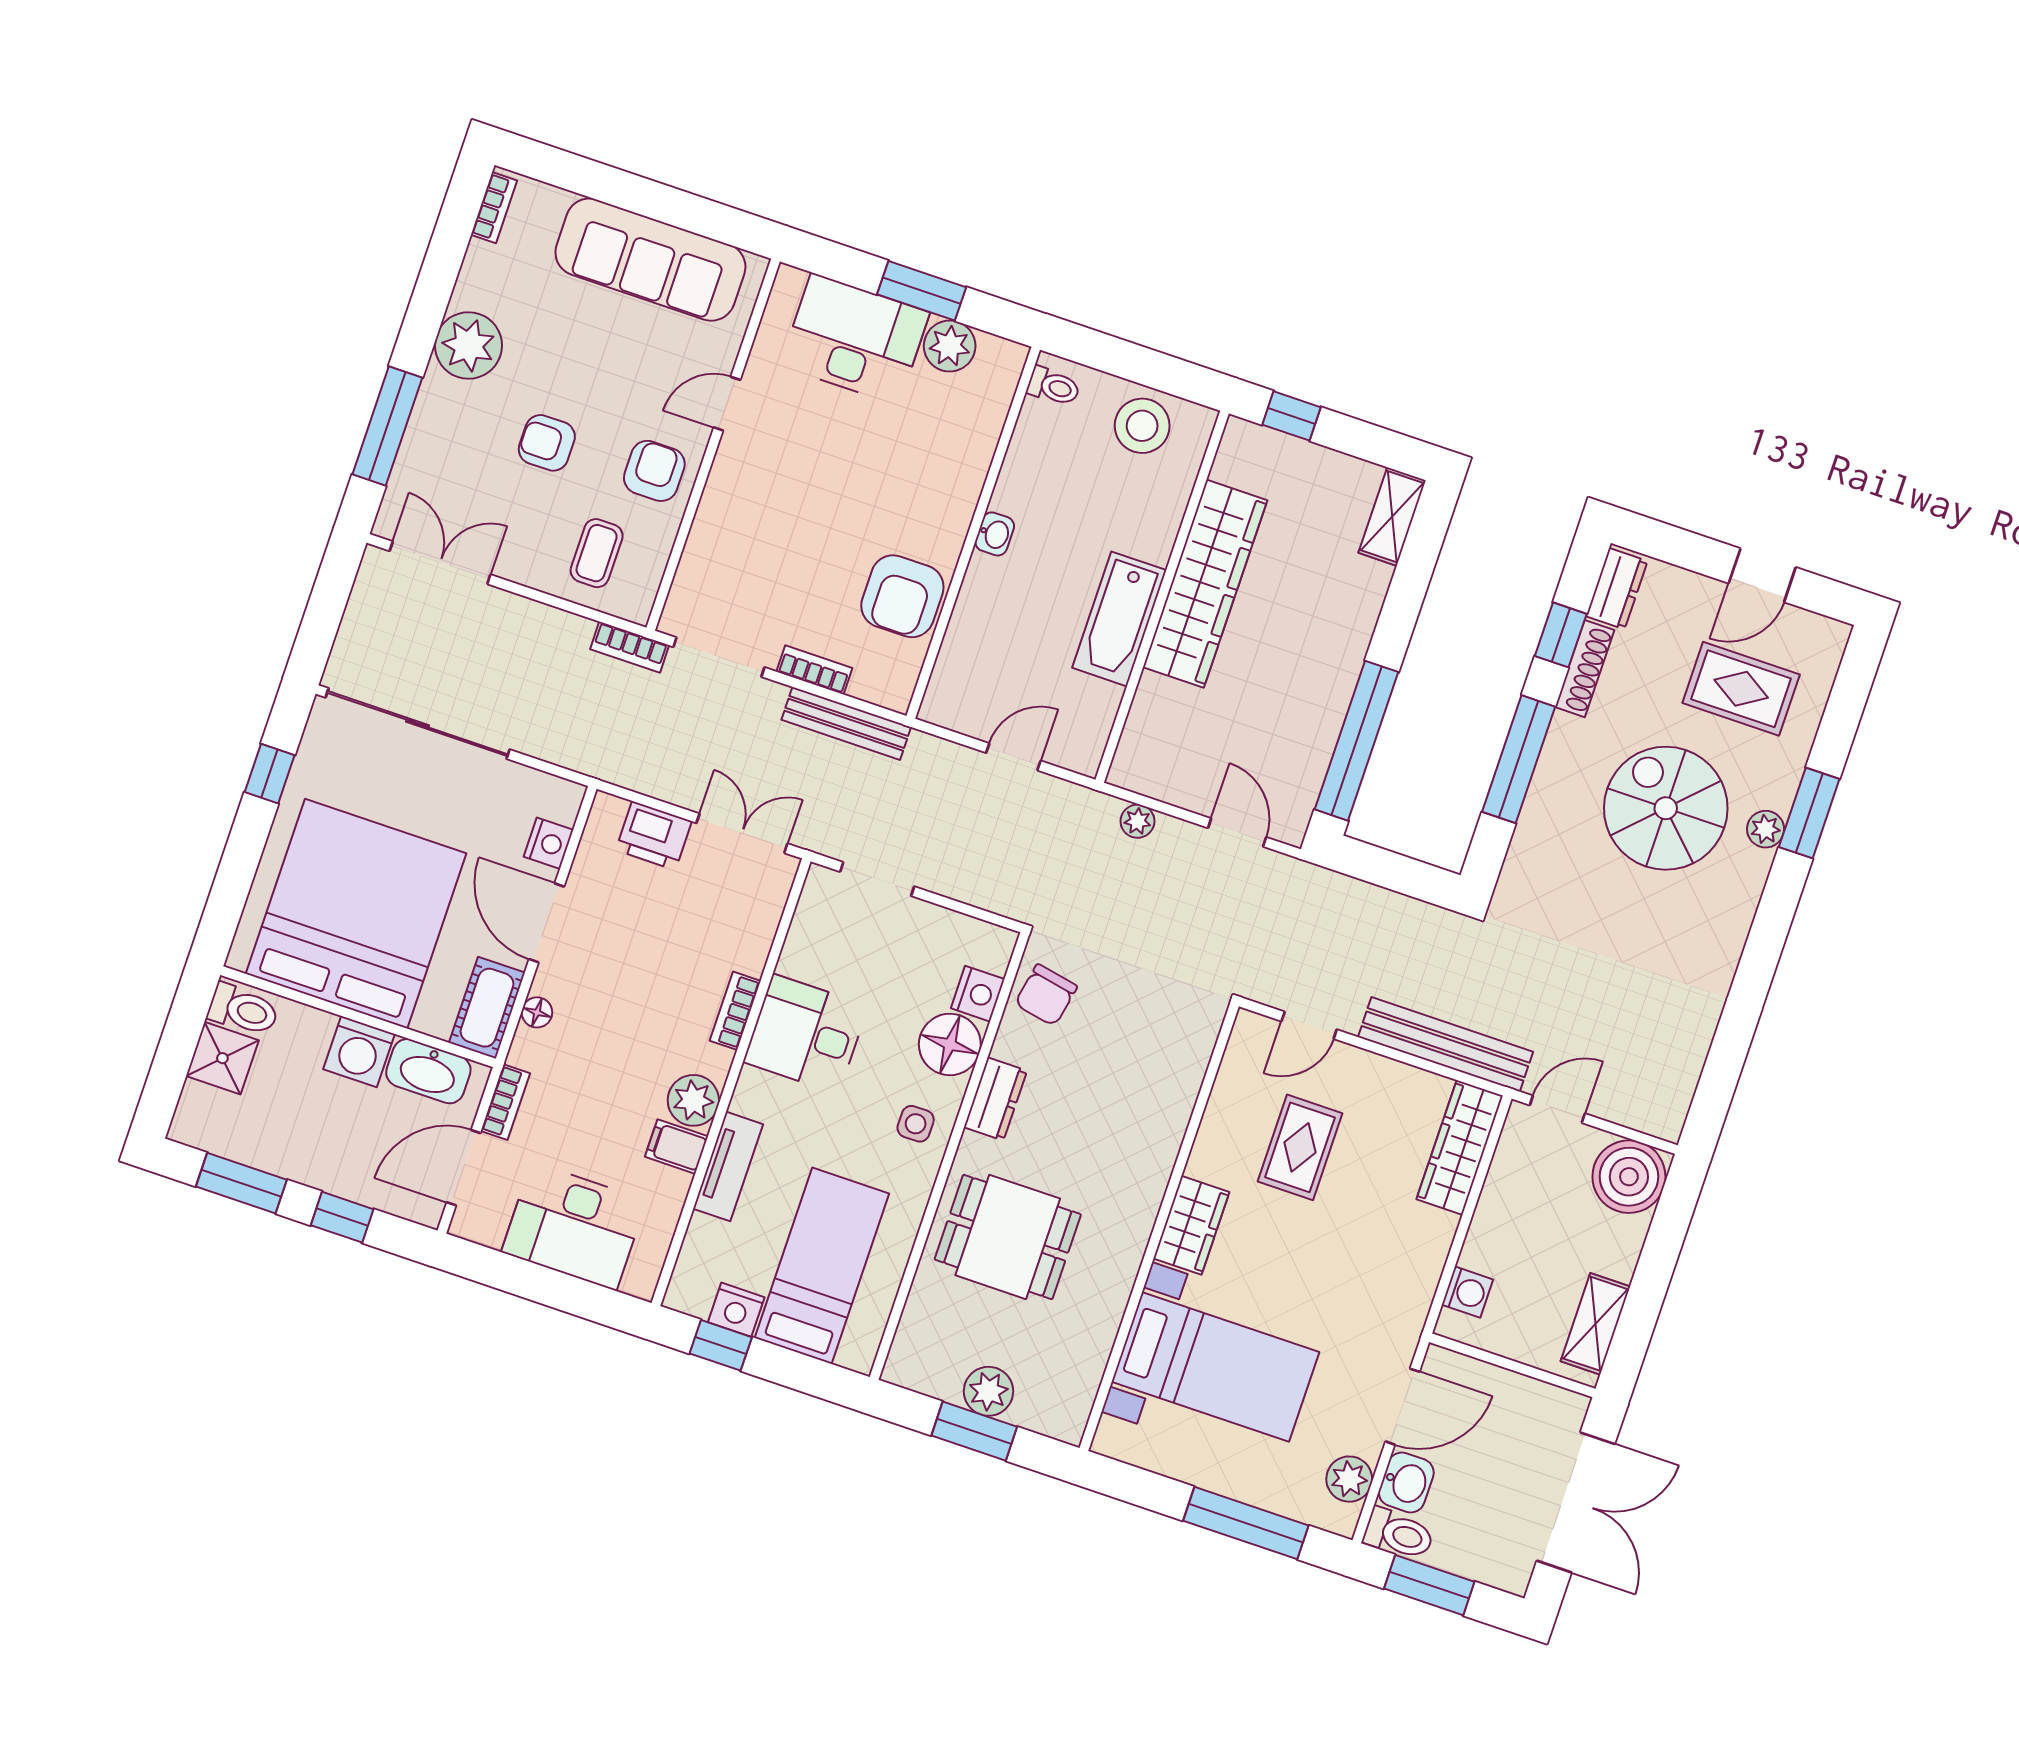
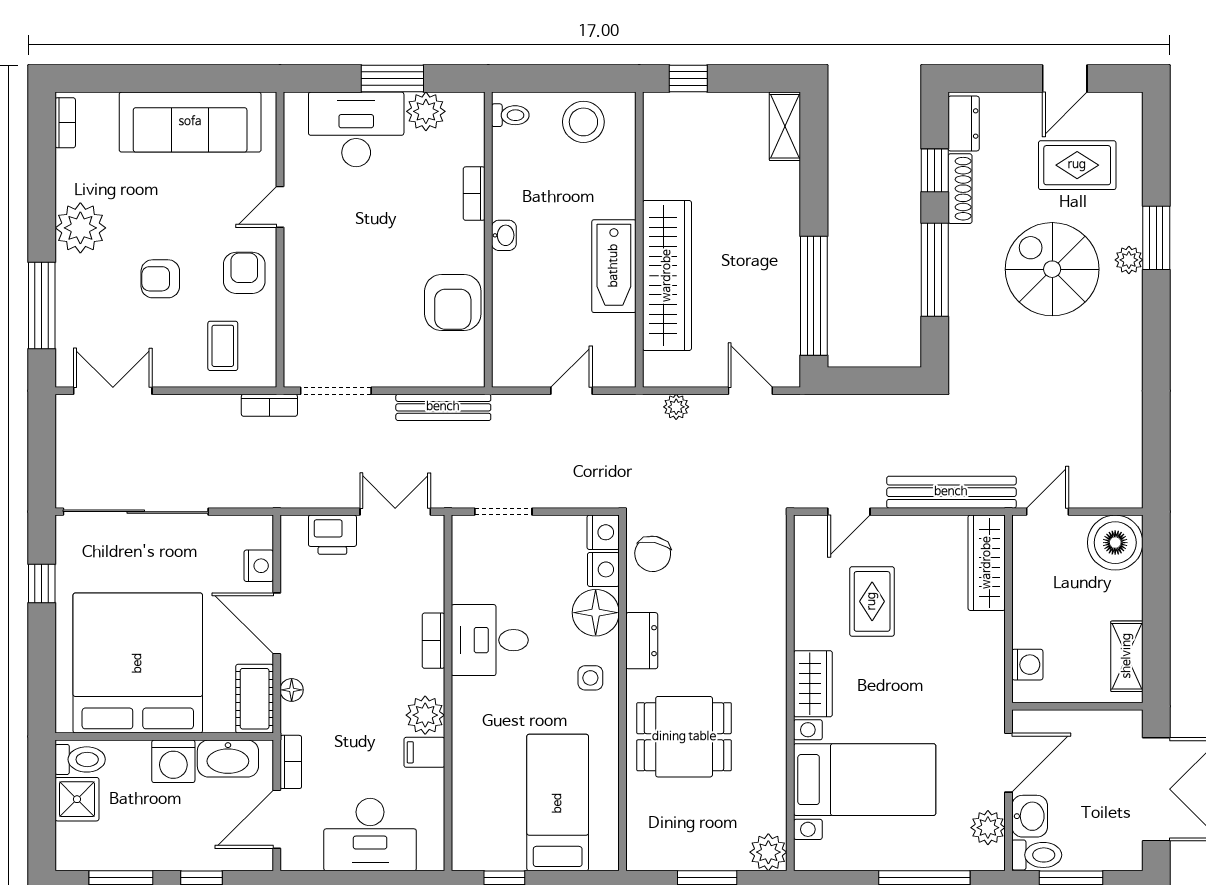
wardrobe: (1205, 584) -> (667, 276), moved
bookcase: (814, 670) -> (474, 194), moved, turned -90
tv unit: (728, 1166) -> (466, 754), removed
nightstand: (736, 1310) -> (603, 532), moved, turned -90
plant: (989, 1391) -> (768, 852), moved

